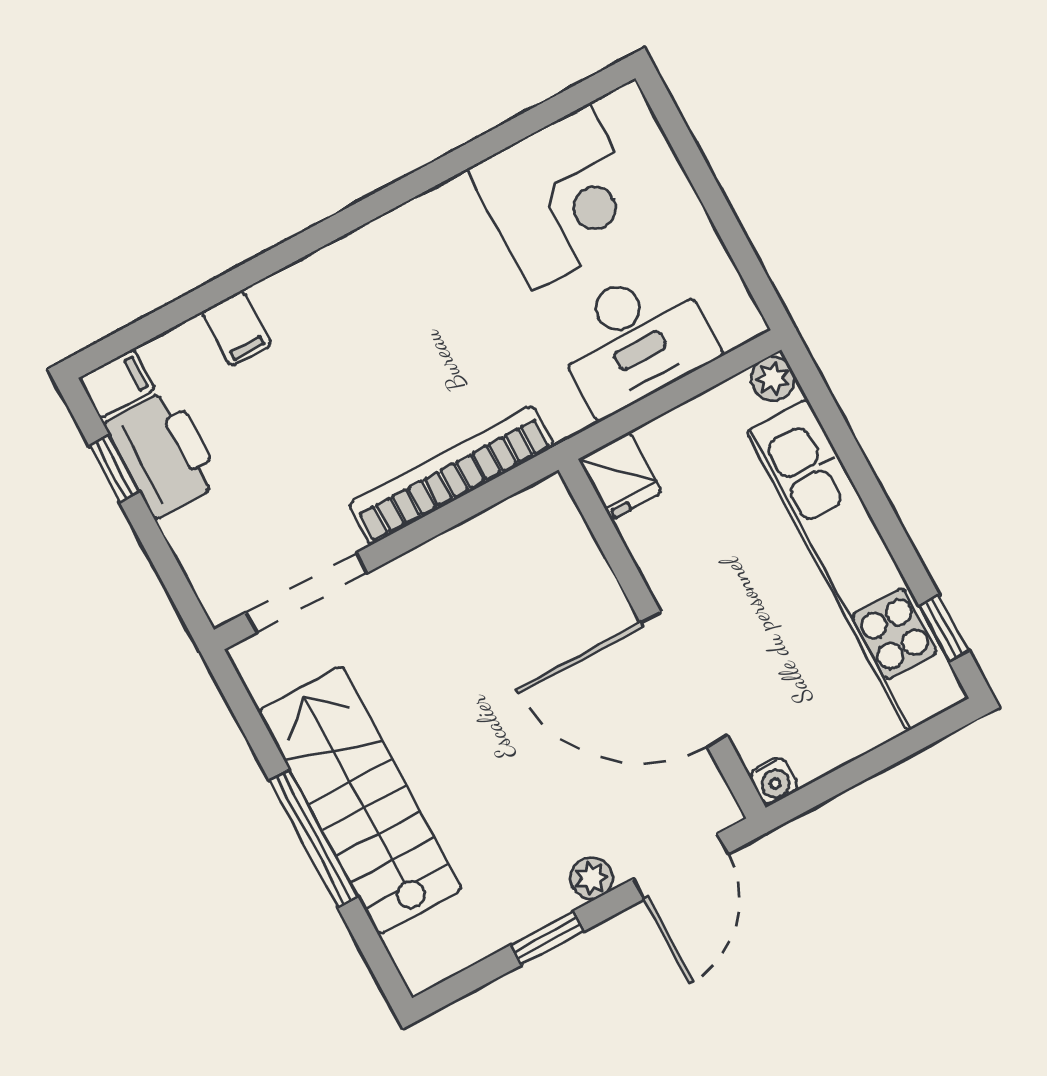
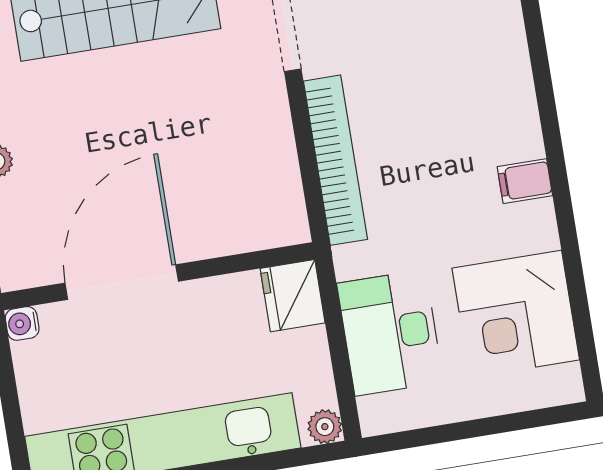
filing cabinet: (237, 328) -> (525, 181), moved
fridge: (620, 476) -> (293, 296), width x1.38

